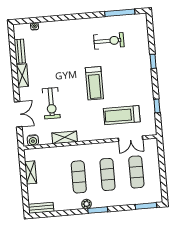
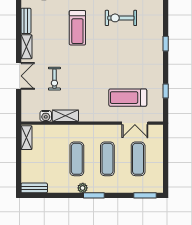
exercise bike: (109, 41) -> (121, 18), turned 180
treadmill: (94, 83) -> (77, 28), moved
exercise bike: (51, 103) -> (54, 79), width x0.73, depth x0.72
double door: (18, 114) -> (19, 76), moved
water cooler: (33, 140) -> (46, 116), moved
shelving: (31, 172) -> (26, 138), moved

